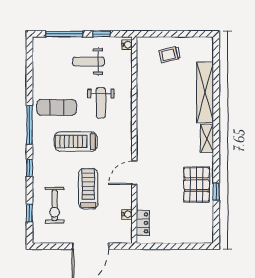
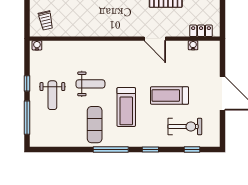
water cooler: (127, 45) -> (37, 45), moved
wall: (134, 140) -> (125, 39), moved
door: (134, 173) -> (155, 39), moved
water cooler: (127, 214) -> (193, 45), moved
locker: (143, 223) -> (201, 31), moved

